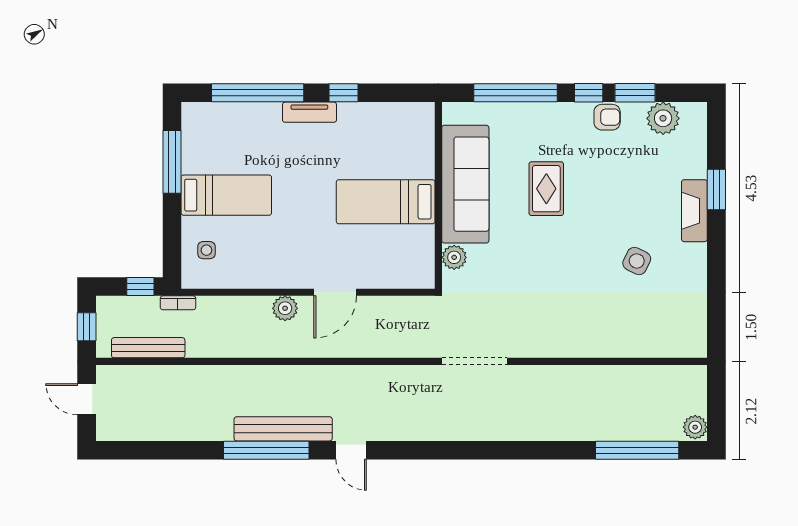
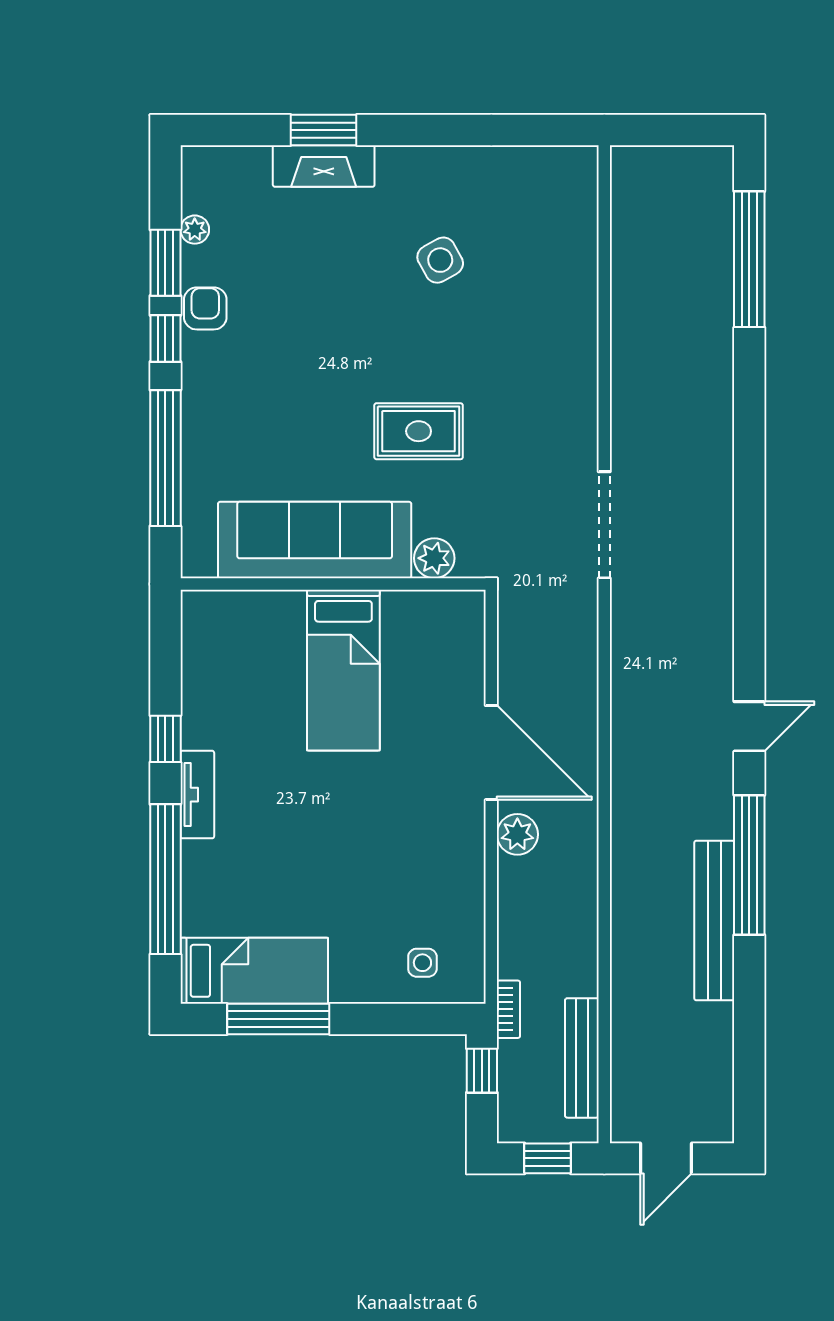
plant: (663, 118) -> (195, 230), width x0.53, depth x0.53
rug: (546, 189) -> (419, 431), moved
bed: (226, 195) -> (254, 971), moved, turned 90
fireplace: (694, 211) -> (324, 166), moved
side table: (637, 261) -> (440, 260), turned 35
door: (335, 292) -> (491, 753), width x1.36
plant: (695, 427) -> (712, 165), removed
bench: (283, 429) -> (714, 921), moved

